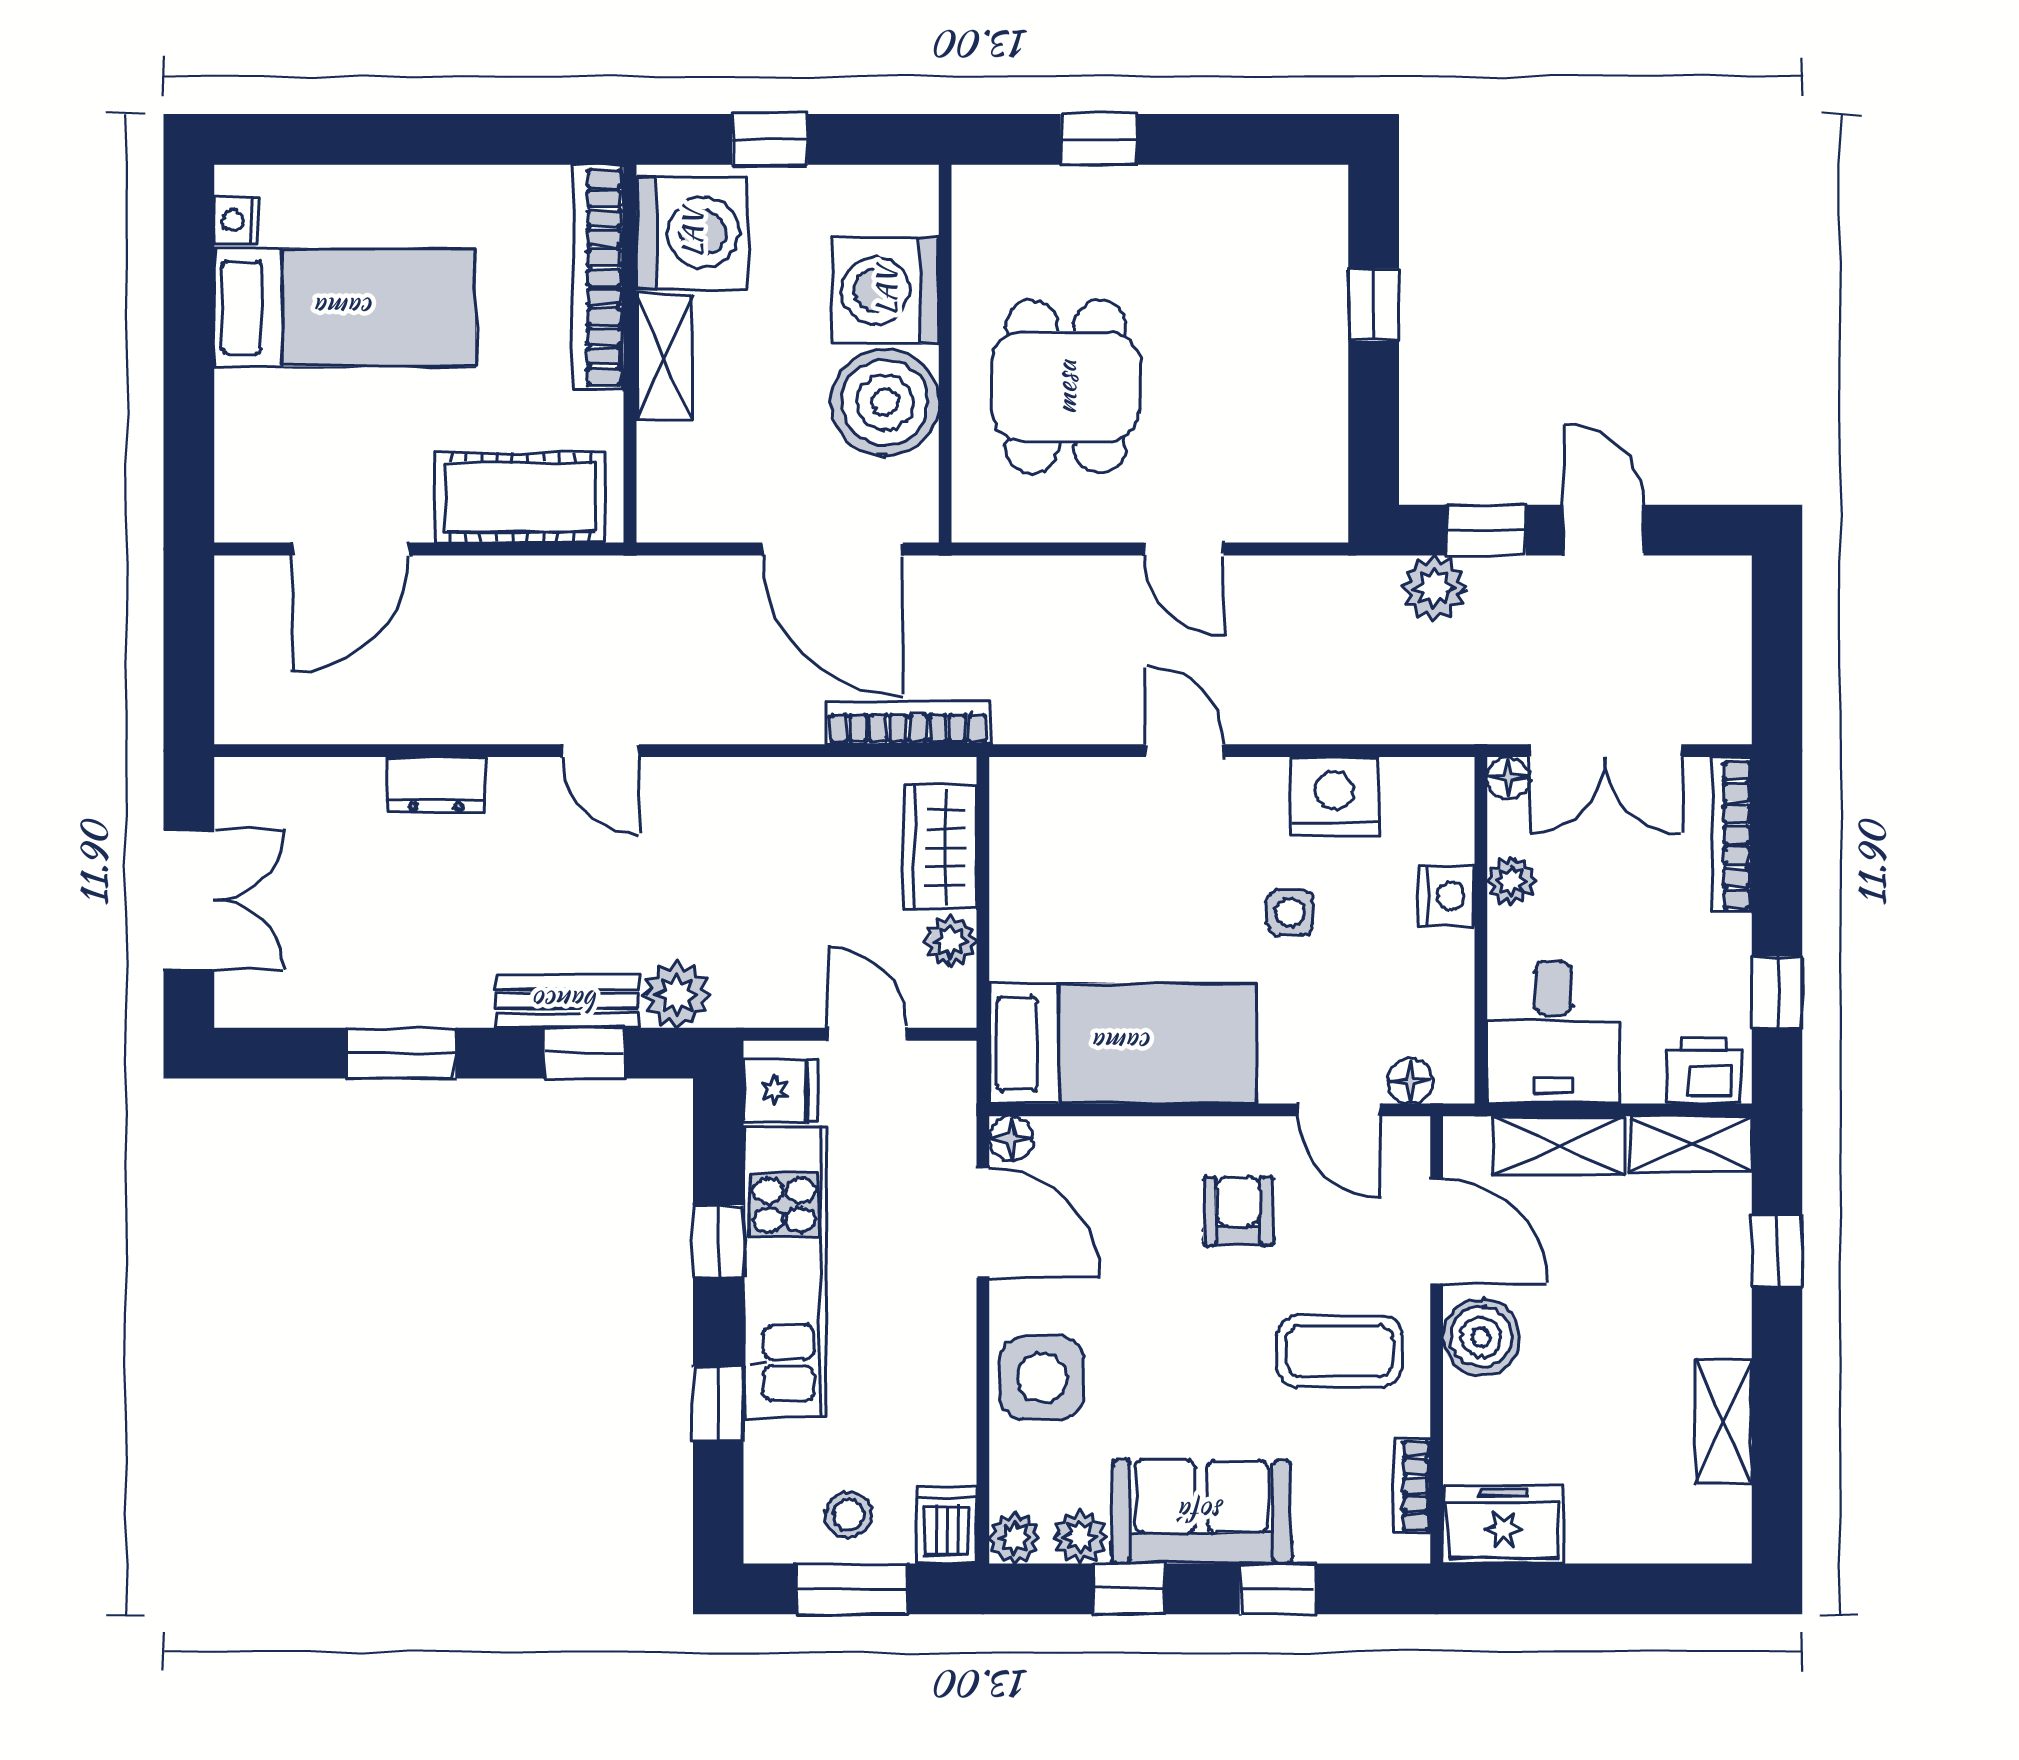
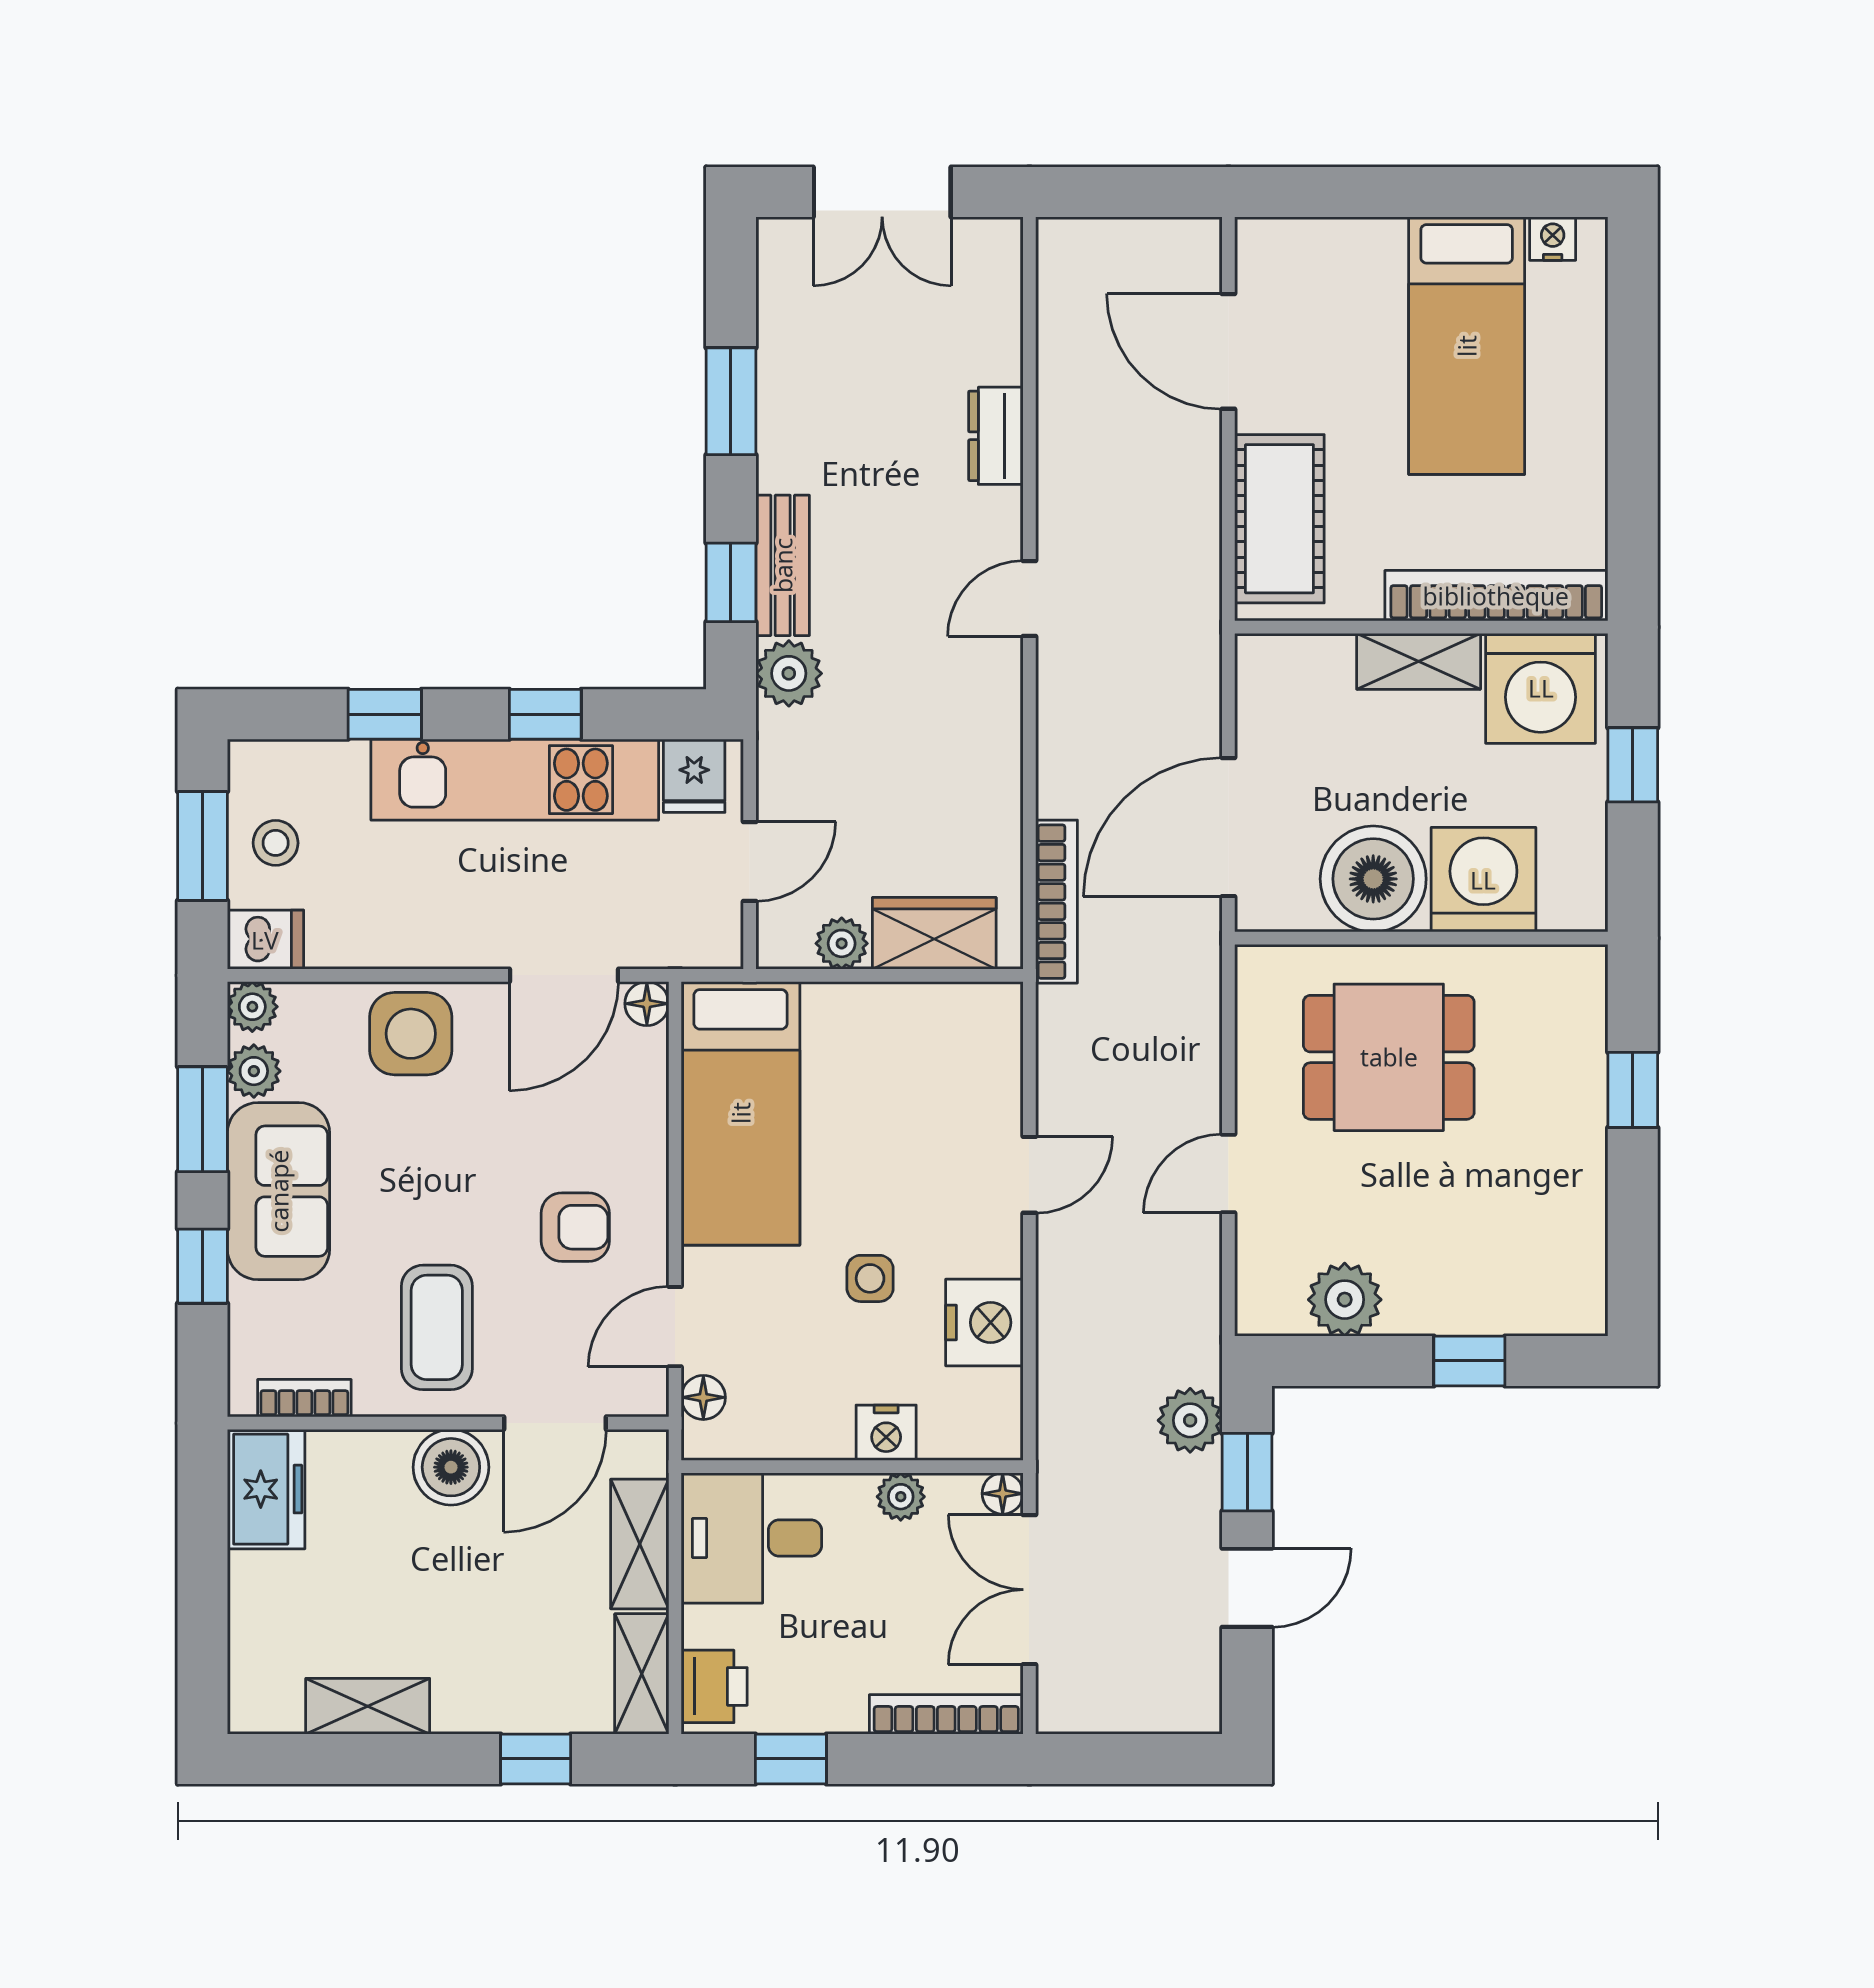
plant: (1311, 431) -> (1345, 1300), added
window: (1129, 1589) -> (202, 1119), width x1.50

